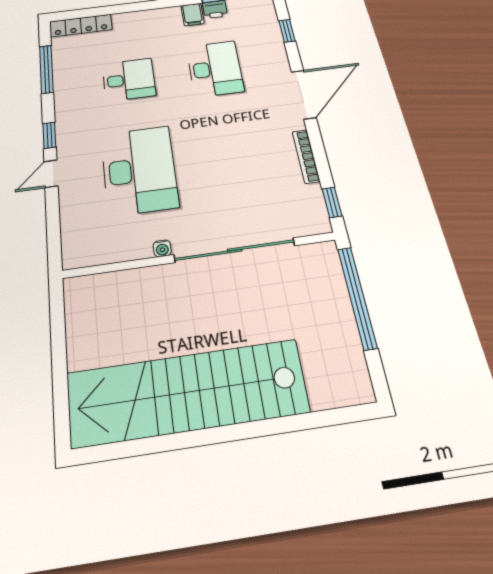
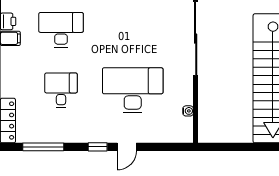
door: (51, 174) -> (127, 147), hinge flipped
water cooler: (162, 248) -> (188, 111), moved

